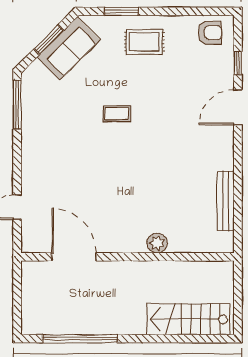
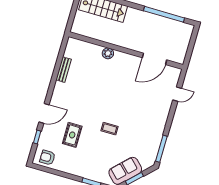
rug: (144, 42) -> (72, 135), moved, turned 90
bench: (226, 201) -> (64, 70), width x0.73
door: (74, 257) -> (154, 59), hinge flipped

